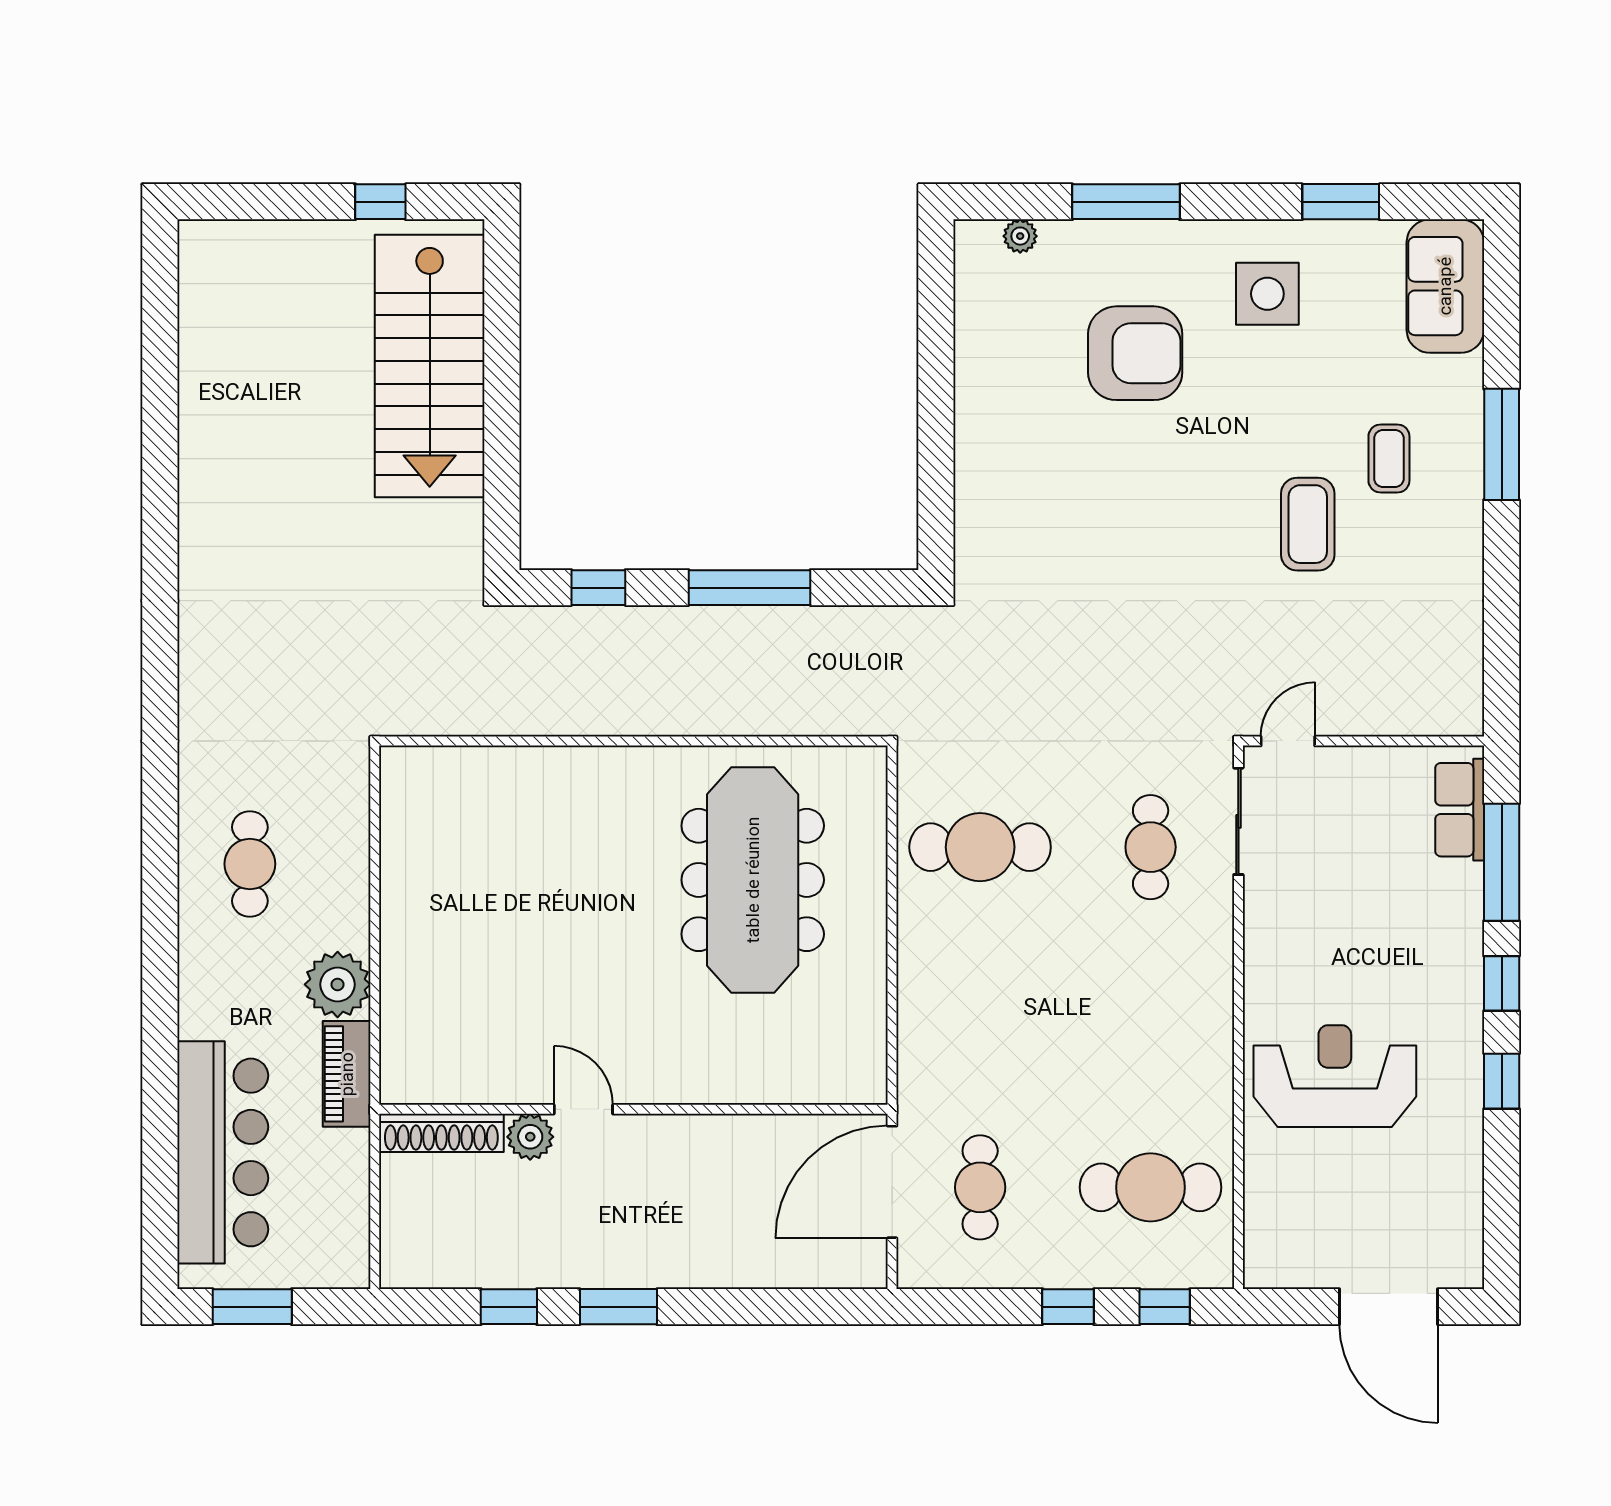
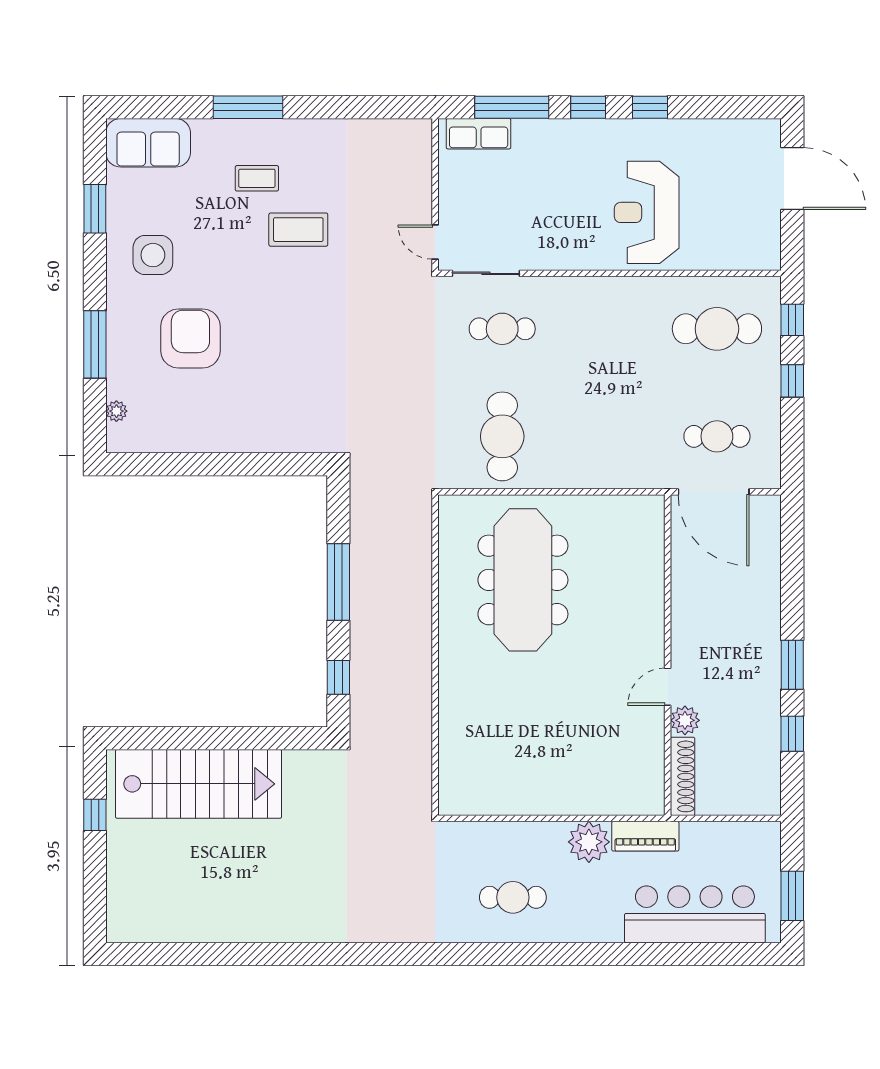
meeting table: (753, 880) -> (523, 580), turned 90
cafe table: (1151, 1187) -> (717, 329), turned 90
door: (1388, 1307) -> (792, 179), hinge flipped

